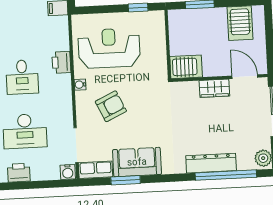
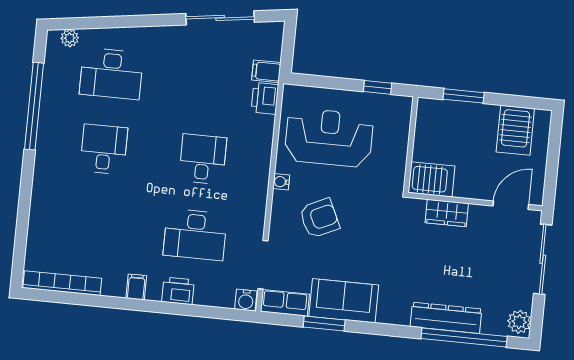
printer: (61, 62) -> (265, 98), moved
desk: (22, 77) -> (203, 159), turned 180
door: (245, 77) -> (511, 205), hinge flipped
wardrobe: (214, 88) -> (447, 213), moved

